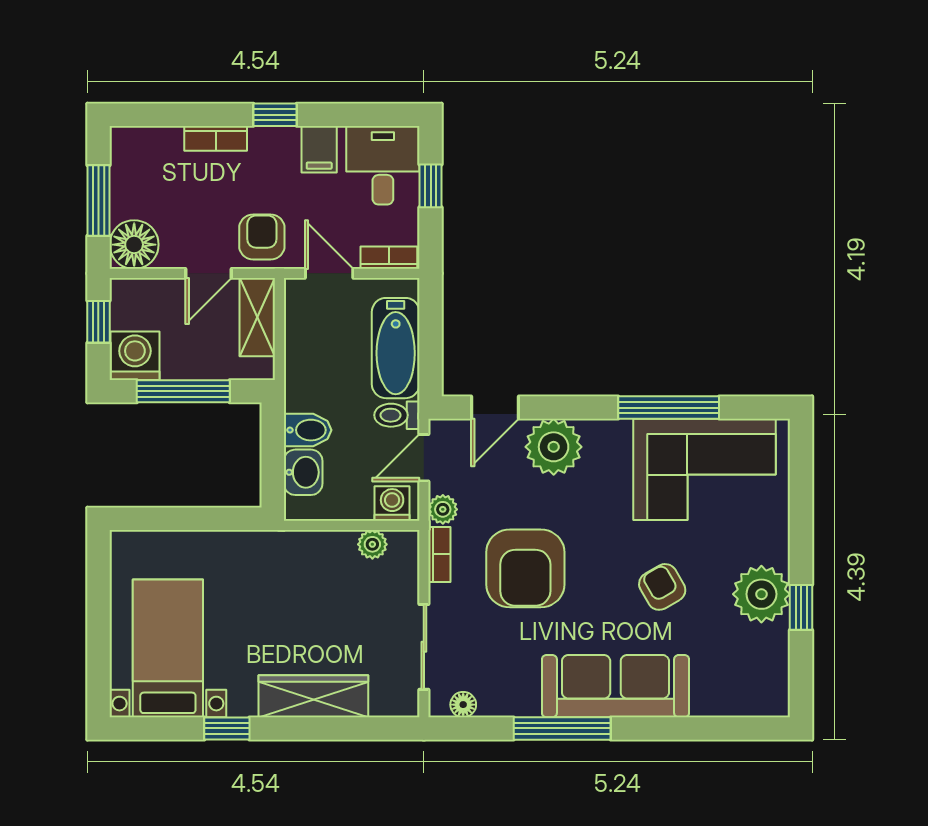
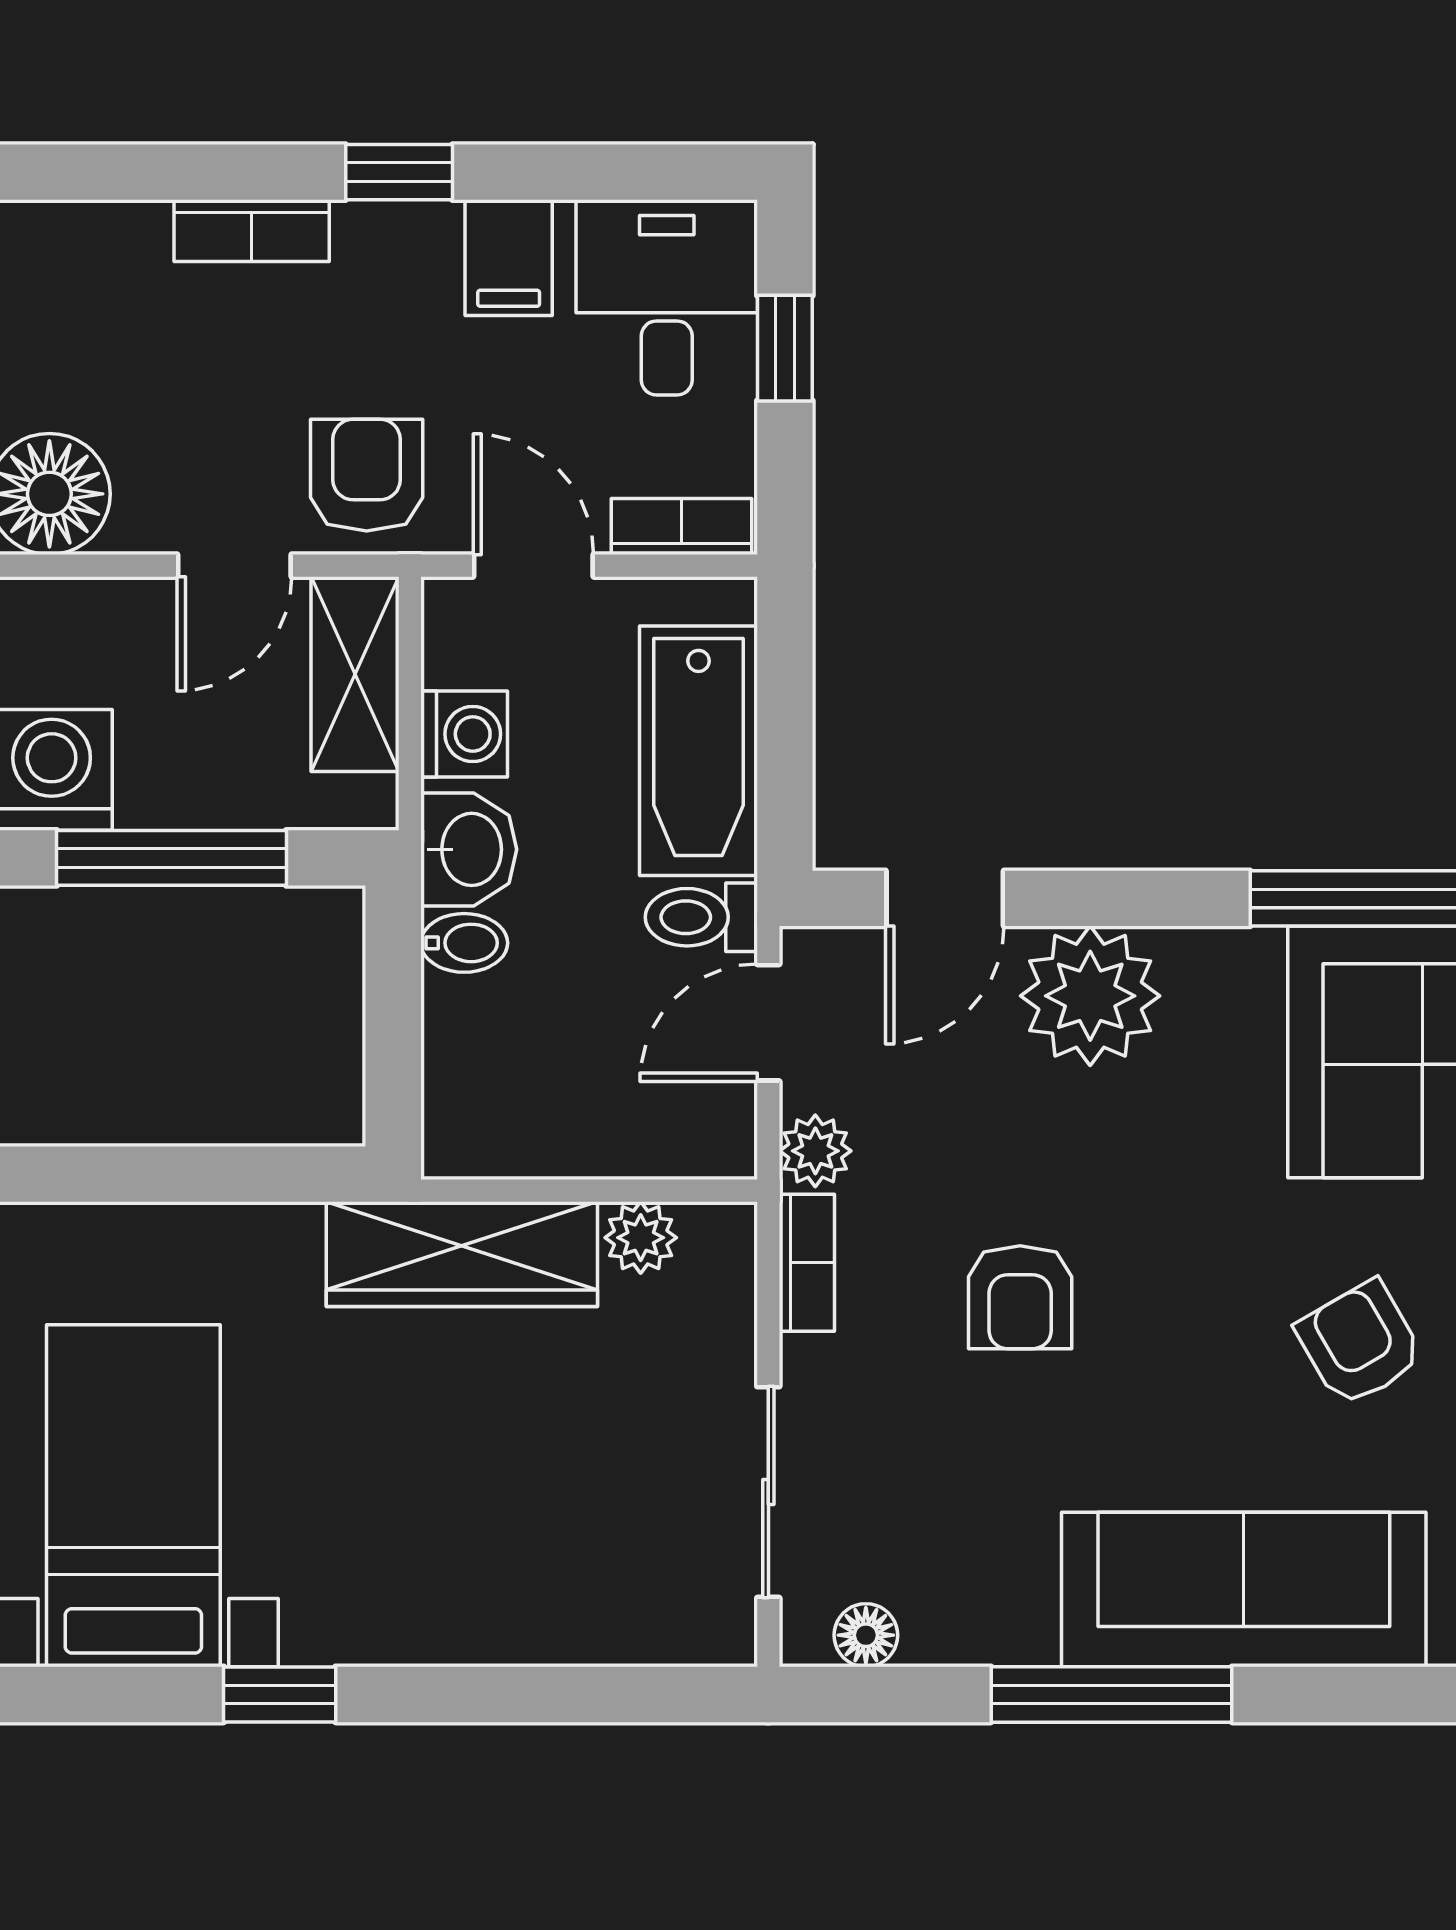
bidet: (308, 430) -> (464, 943), width x0.72, depth x0.74
washbasin: (303, 472) -> (469, 849), moved
washing machine: (392, 504) -> (464, 734), moved, turned 90
armchair: (525, 568) -> (1020, 1297), width x0.53, depth x0.53
wardrobe: (313, 696) -> (462, 1254), moved, turned 180

